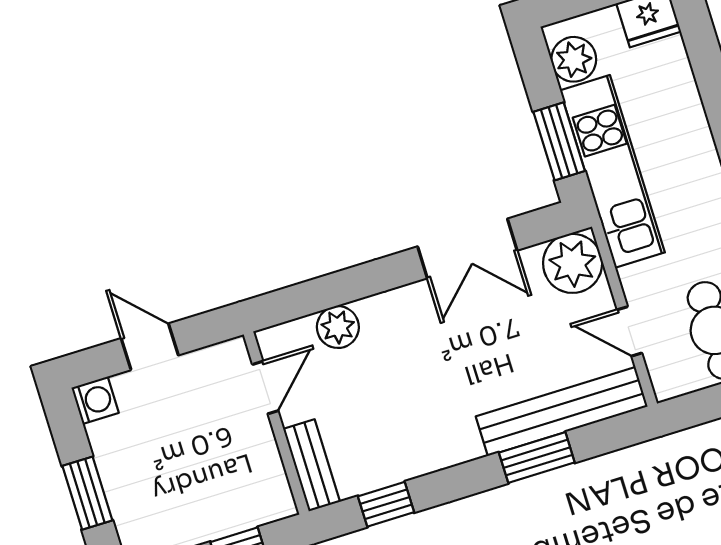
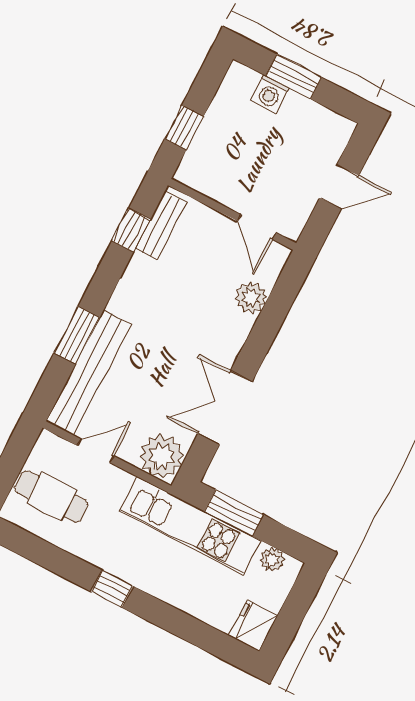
plant: (574, 59) -> (272, 560), width x0.73, depth x0.73
washing machine: (95, 400) -> (270, 94), moved
bench: (312, 465) -> (161, 225), moved, turned 90

